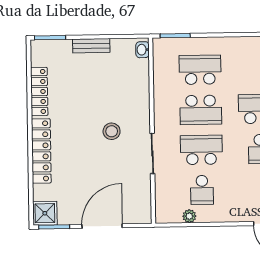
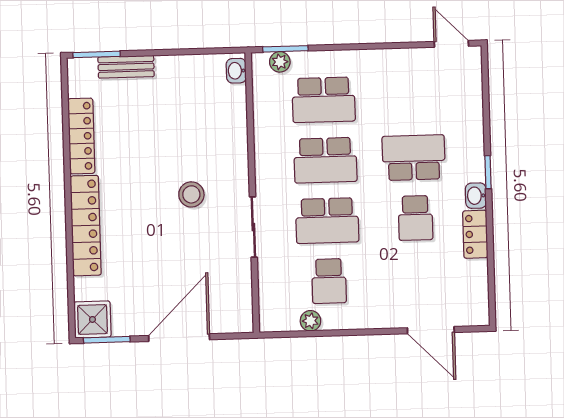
plant: (171, 44) -> (280, 62), added
bench: (91, 46) -> (126, 67), moved
school desk: (200, 70) -> (324, 100), turned 180
school desk: (201, 150) -> (327, 221), turned 180

